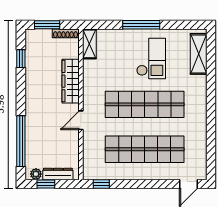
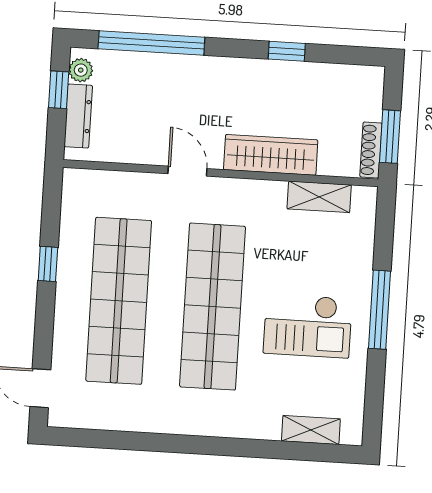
window: (47, 25) -> (390, 137), moved
shelving: (89, 44) -> (319, 197), moved
shelving: (199, 54) -> (311, 430), width x0.67, depth x0.75
window: (21, 59) -> (287, 51), moved
window: (101, 184) -> (48, 264), moved

